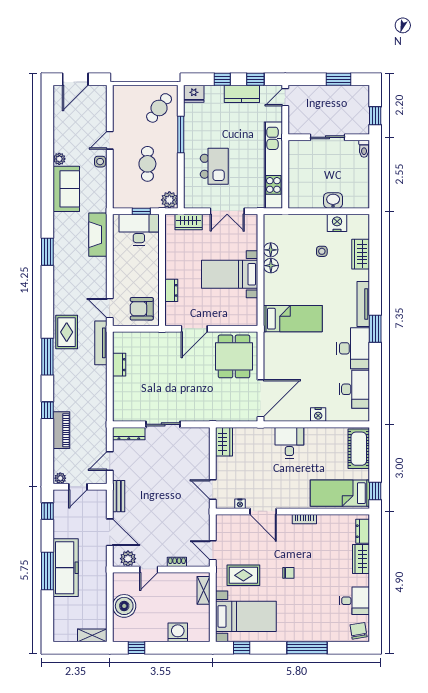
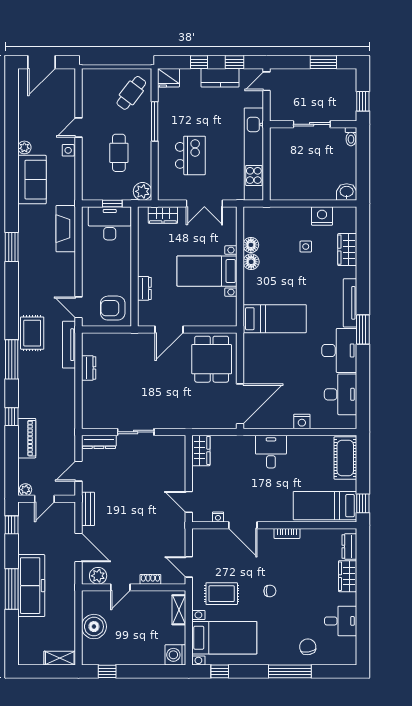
washbasin: (333, 200) -> (347, 192), moved
chair: (359, 631) -> (308, 647), moved
washing machine: (178, 632) -> (175, 655), moved, turned -90

